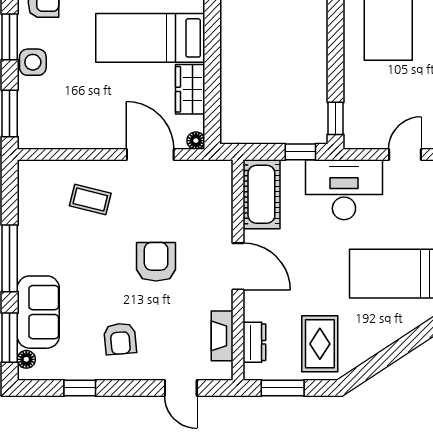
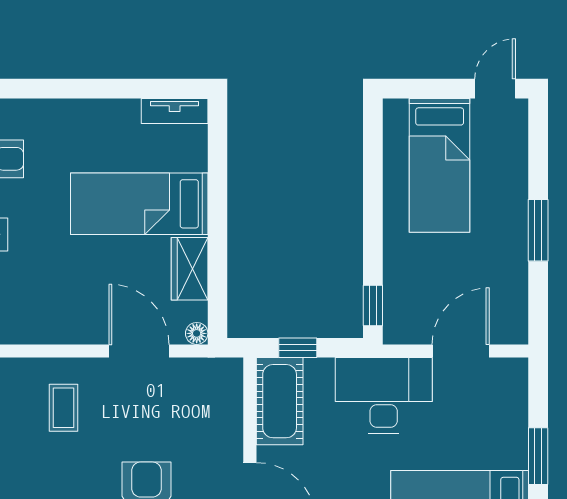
window: (300, 152) -> (298, 348), moved
door: (405, 154) -> (461, 351), width x1.38
coffee table: (90, 200) -> (63, 408), turned 76

